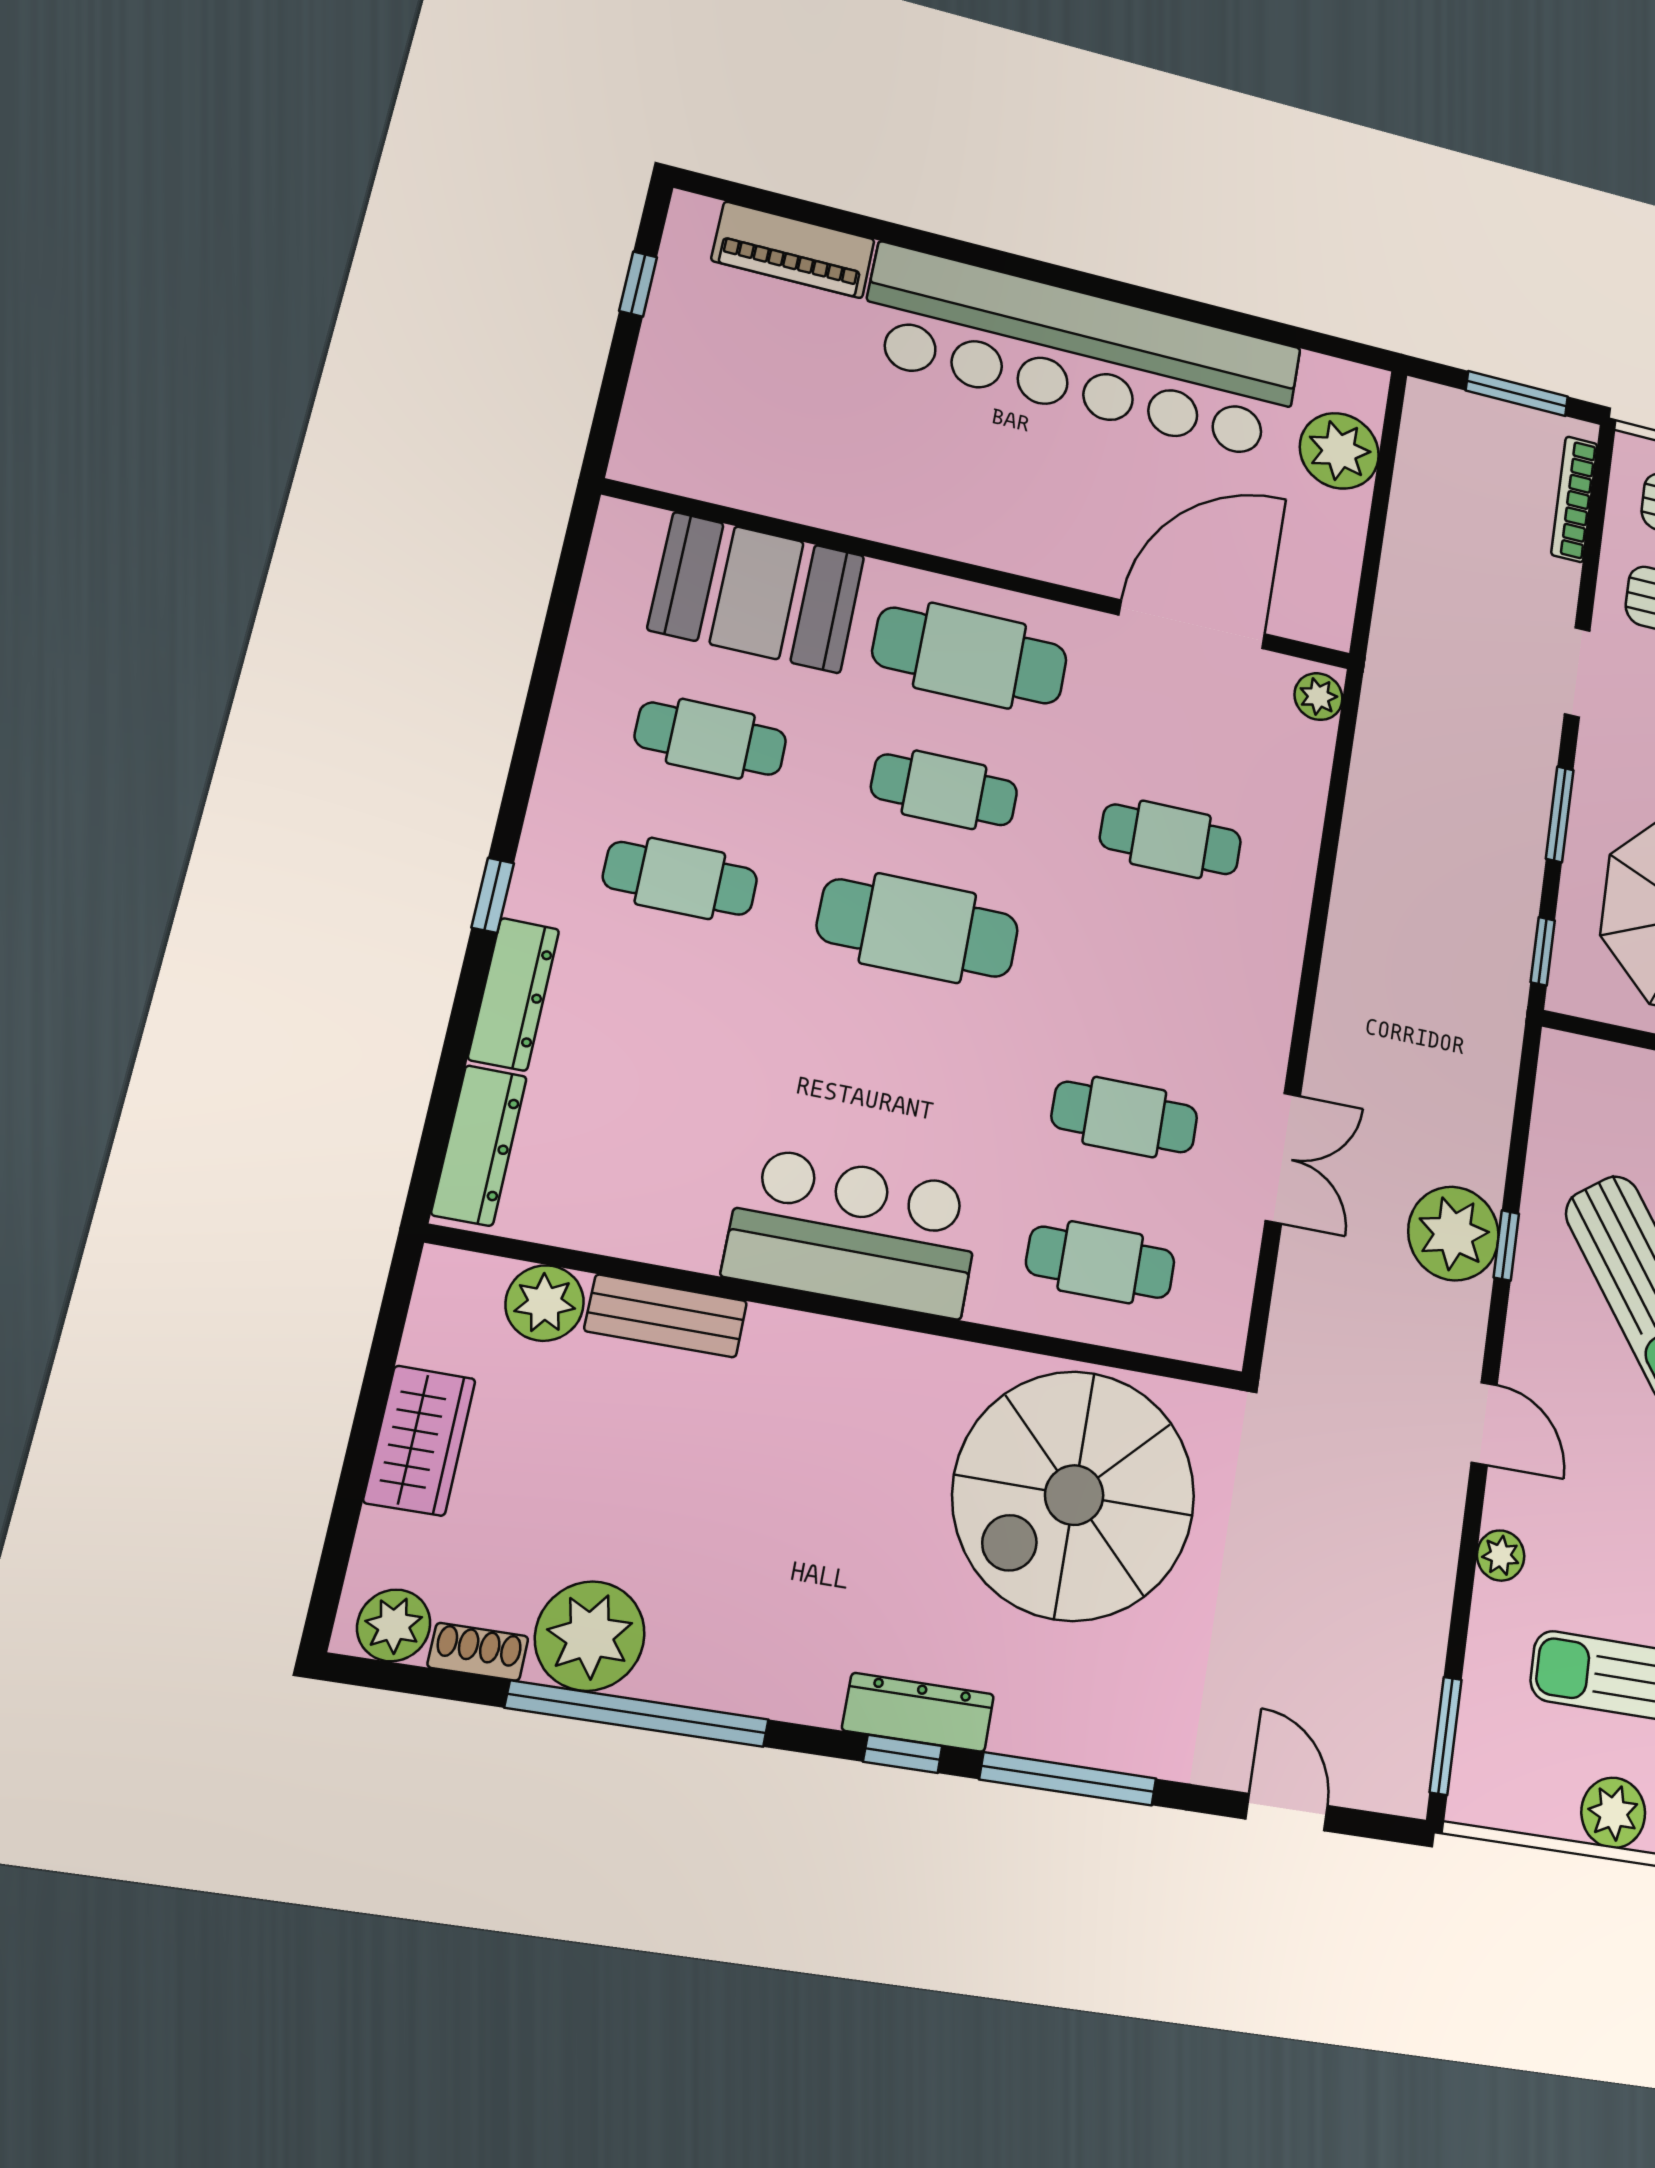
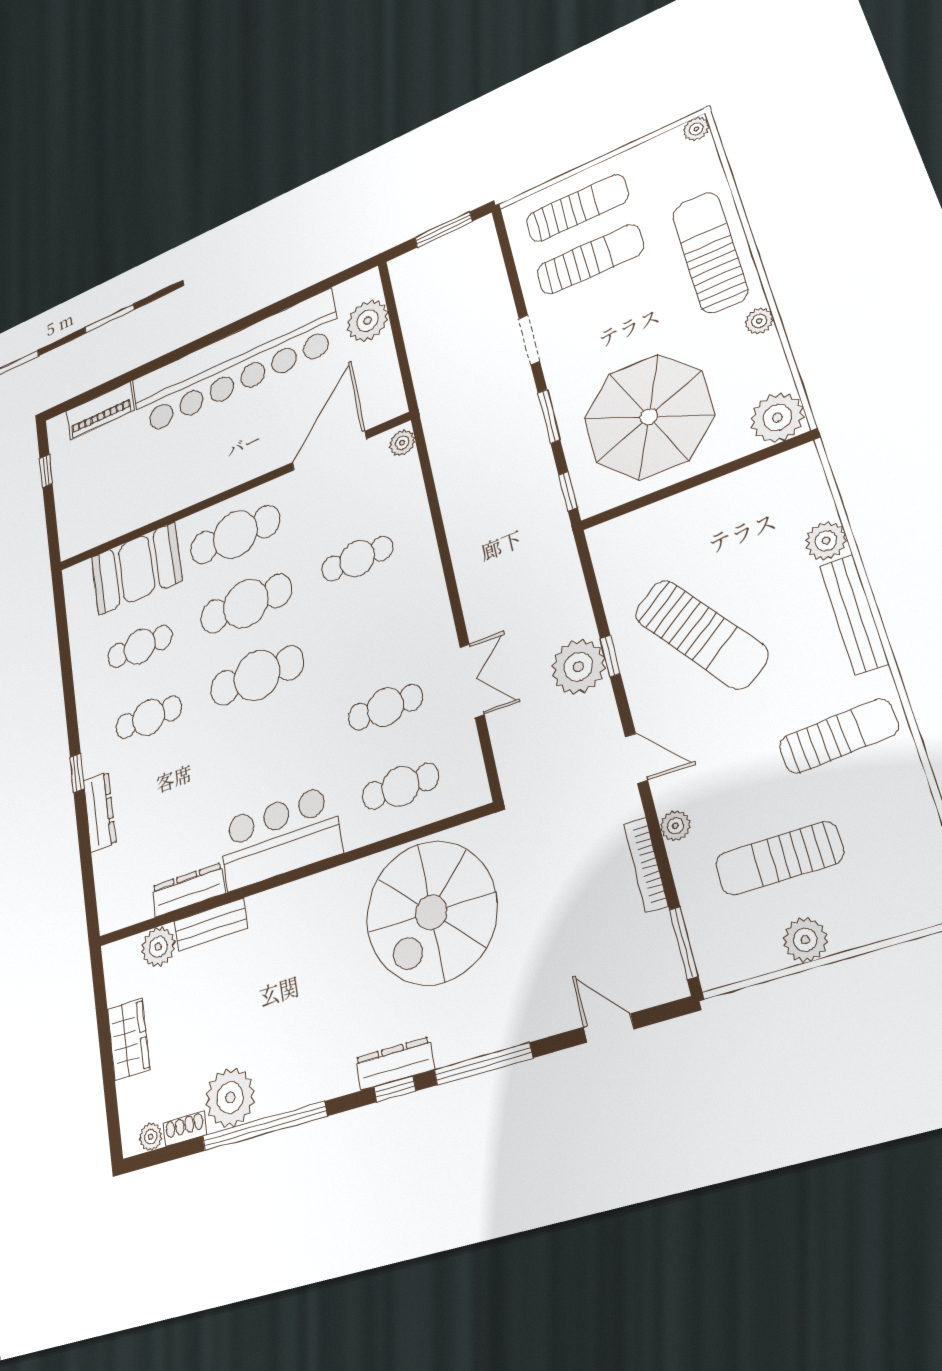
bookcase: (1574, 499) -> (646, 865), moved
cafe table: (944, 790) -> (246, 604), width x1.37, depth x1.35
dresser: (479, 1145) -> (188, 890), moved, turned -90
plant: (394, 1625) -> (151, 1137), width x0.73, depth x0.73

